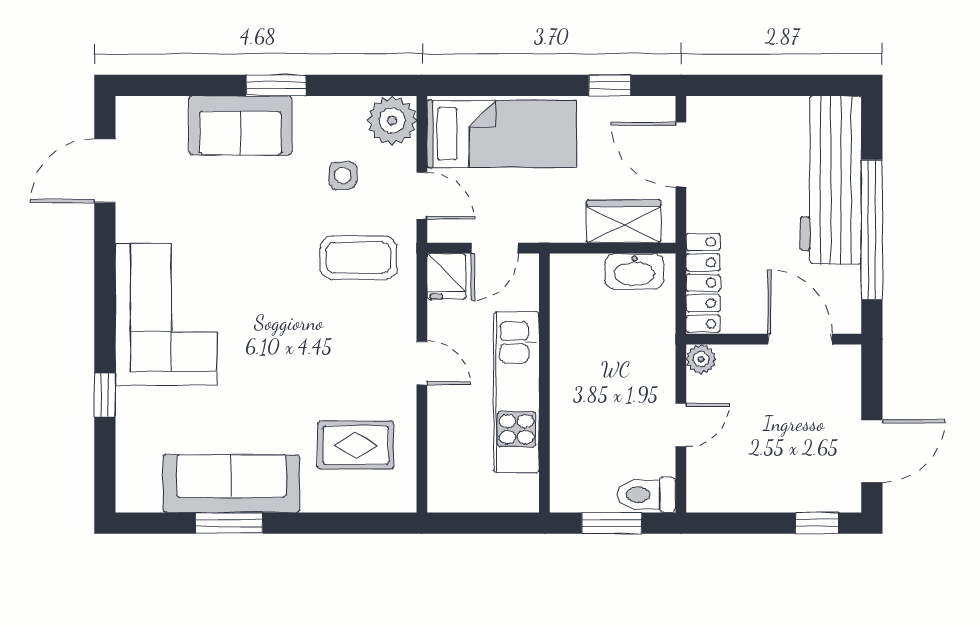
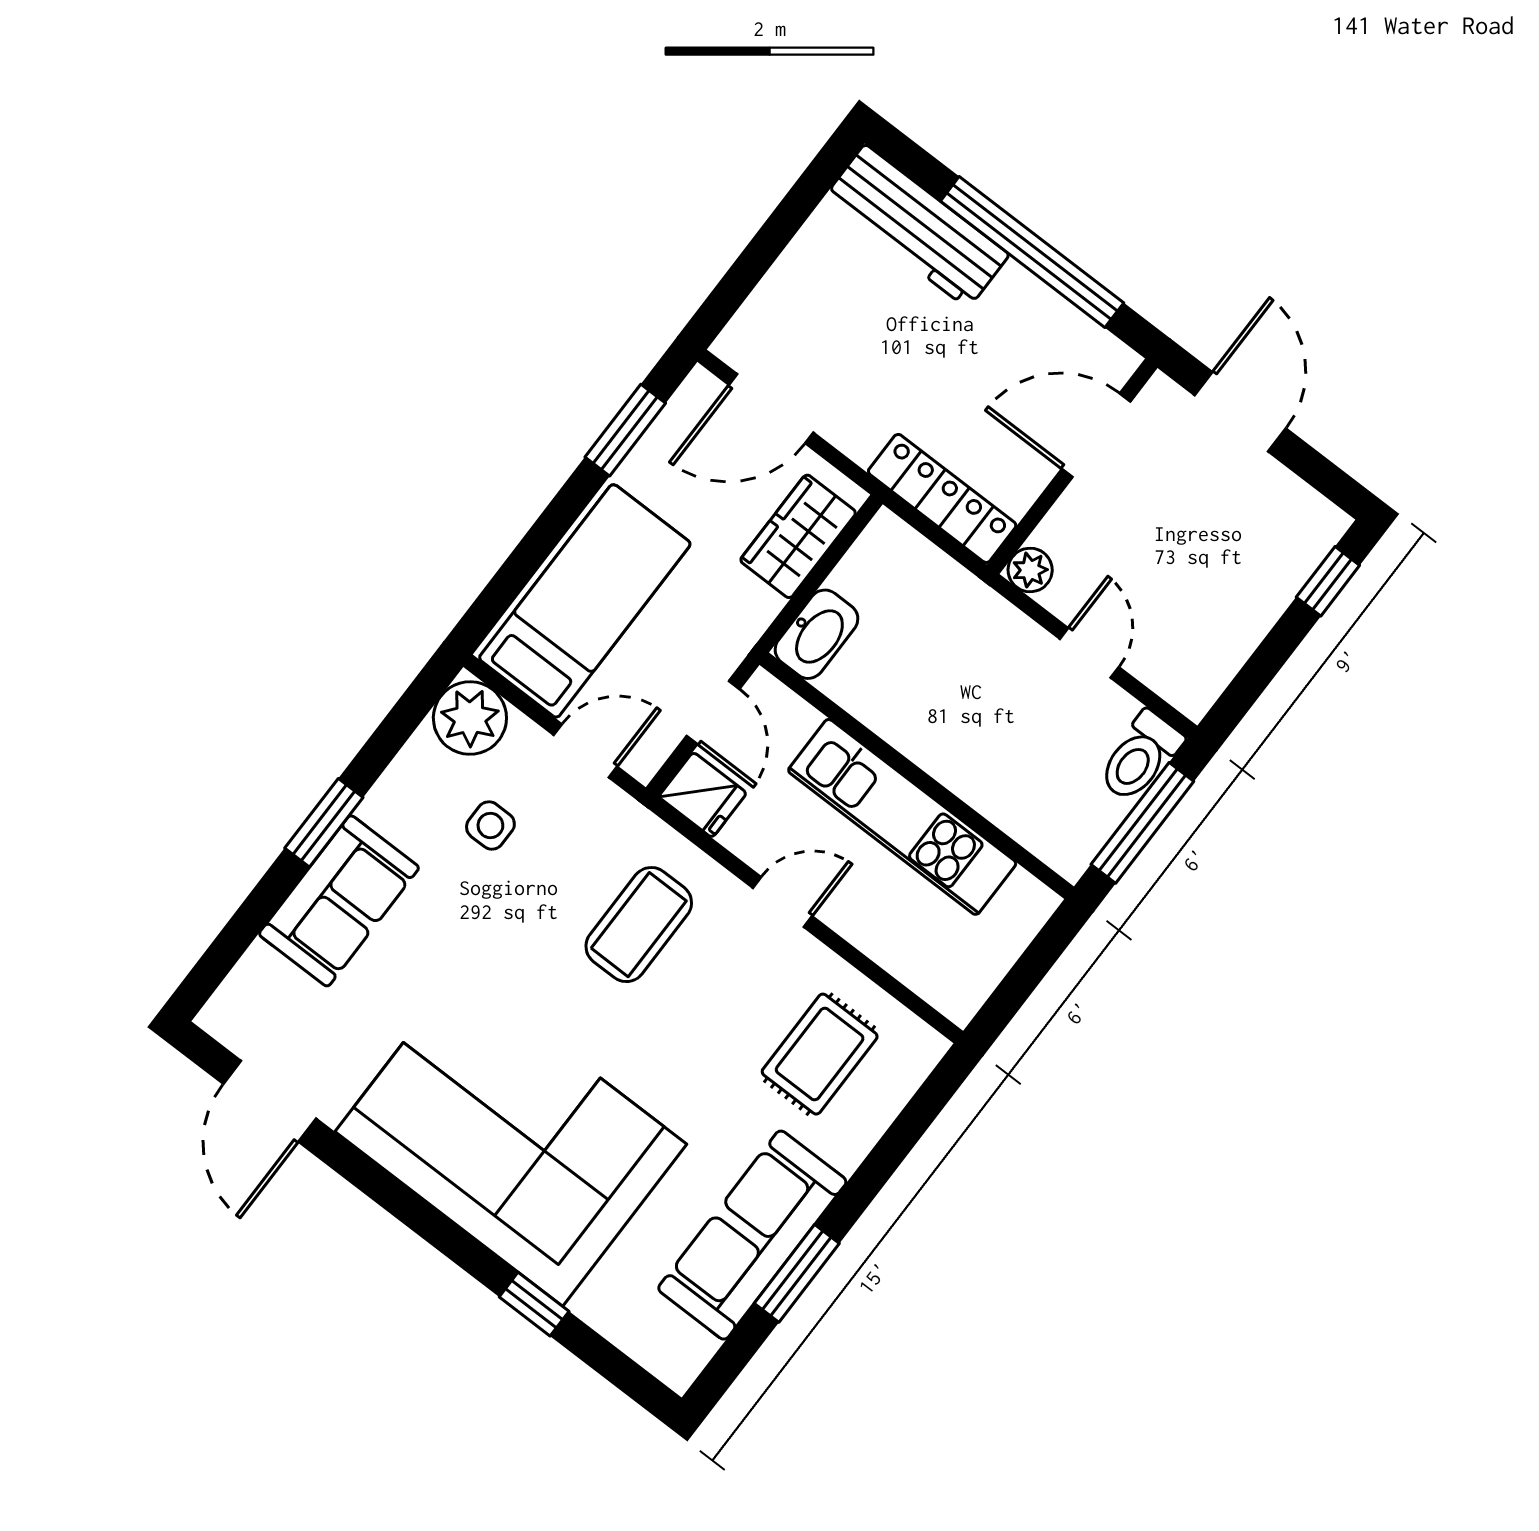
window: (610, 85) -> (625, 430), width x1.50
workbench: (831, 180) -> (917, 226), width x0.73, depth x0.76
coffee table: (358, 258) -> (639, 925), moved
washbasin: (634, 271) -> (817, 634), moved
corner sofa: (166, 315) -> (511, 1138), width x1.36, depth x1.36
door: (872, 451) -> (1240, 412), moved
window: (612, 523) -> (1142, 823), width x1.44

